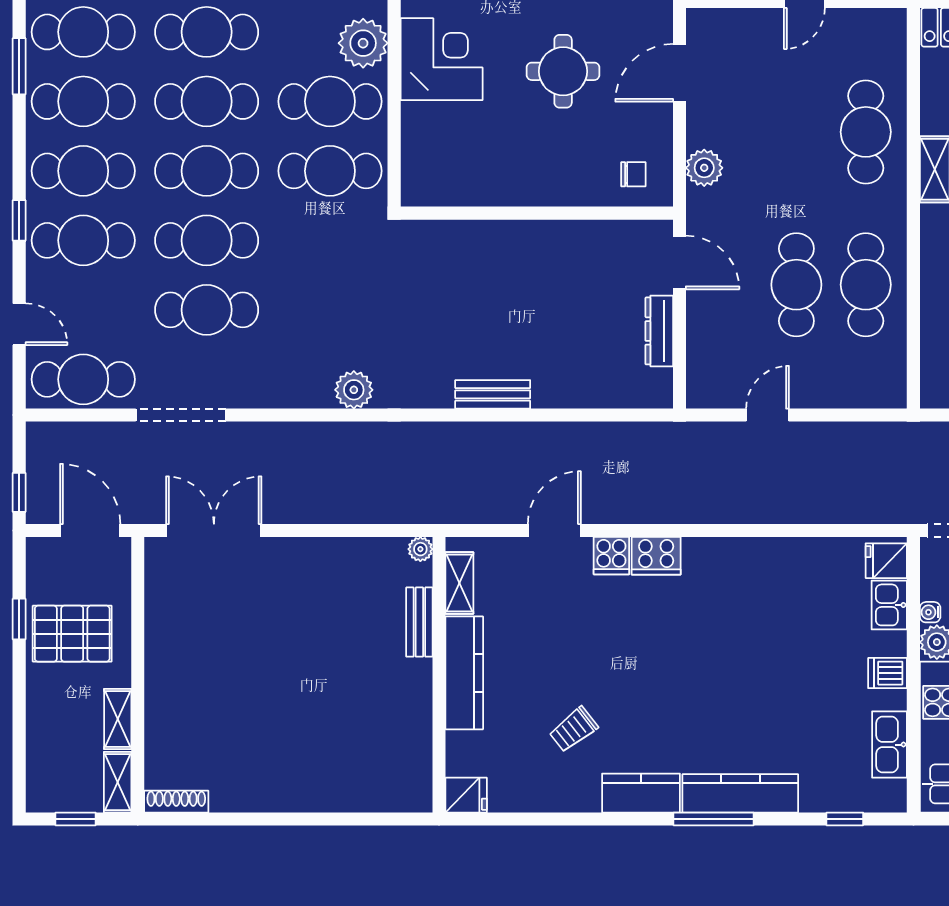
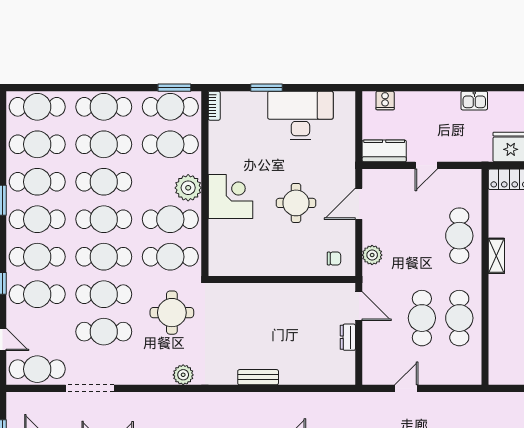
round table: (333, 275) -> (172, 313), added
dresser: (659, 331) -> (348, 337), width x0.70

